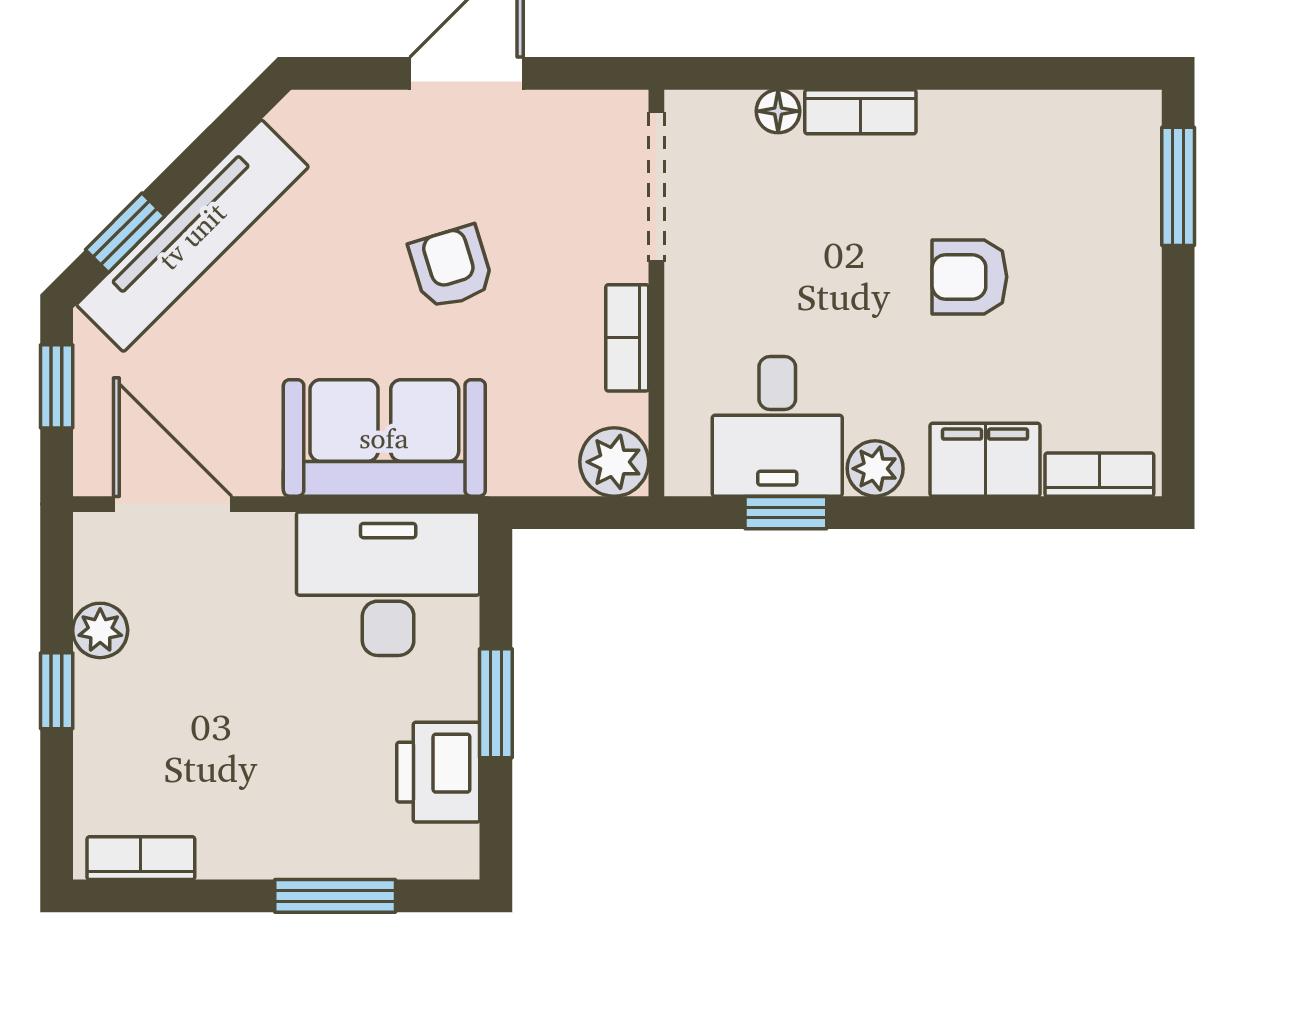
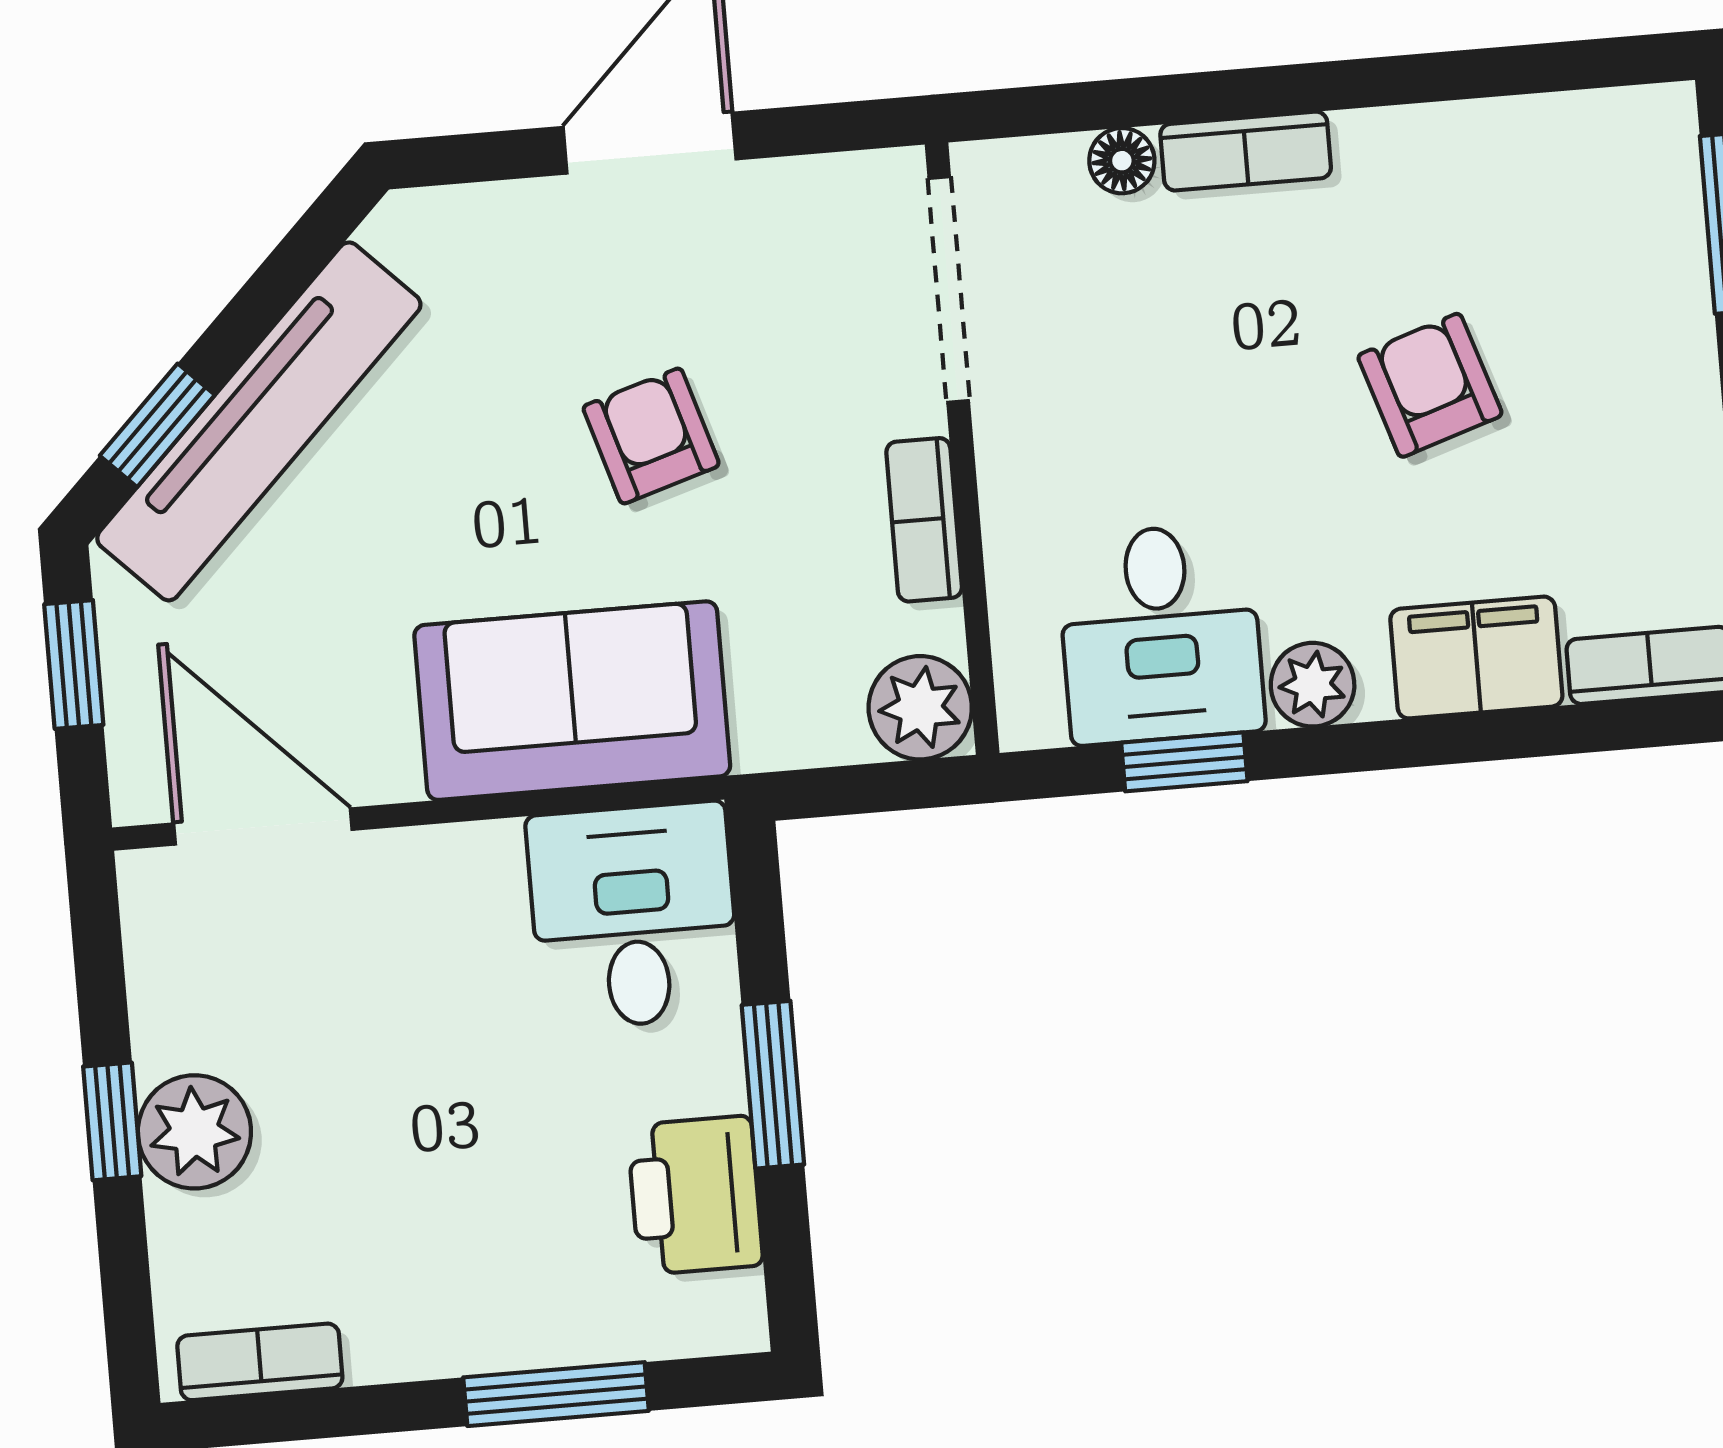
armchair: (969, 277) -> (1430, 385), turned 72
desk: (388, 584) -> (634, 916), width x0.73
plant: (100, 630) -> (194, 1132), moved, width x1.38, depth x1.38

